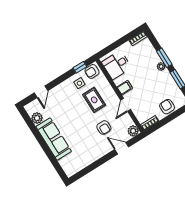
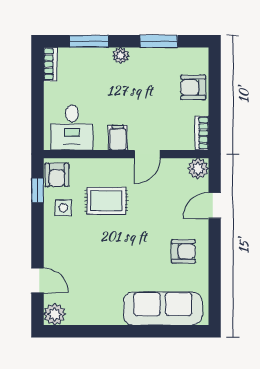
window: (164, 58) -> (89, 41), moved
door: (126, 105) -> (147, 154), hinge flipped
plant: (37, 118) -> (55, 314), moved
armchair: (104, 128) -> (183, 251), moved
sofa: (54, 139) -> (163, 309), moved

